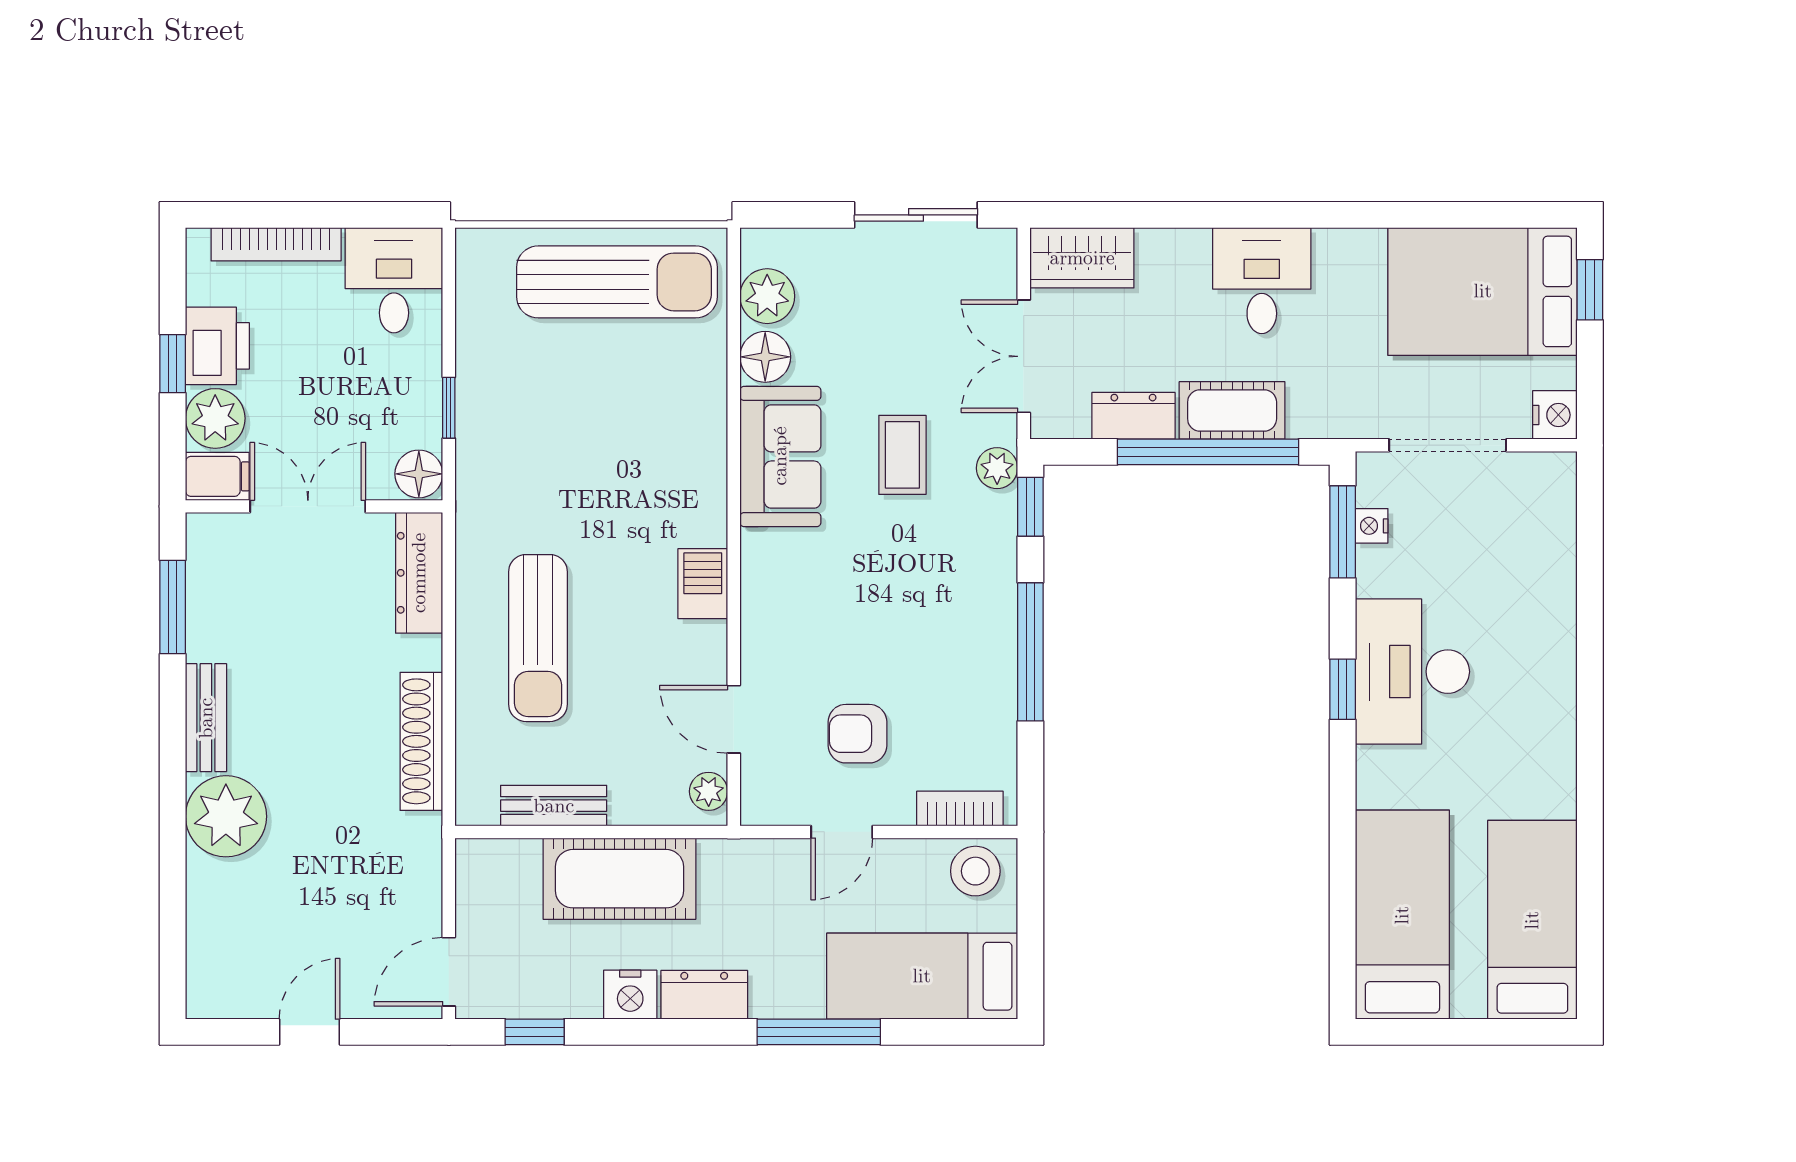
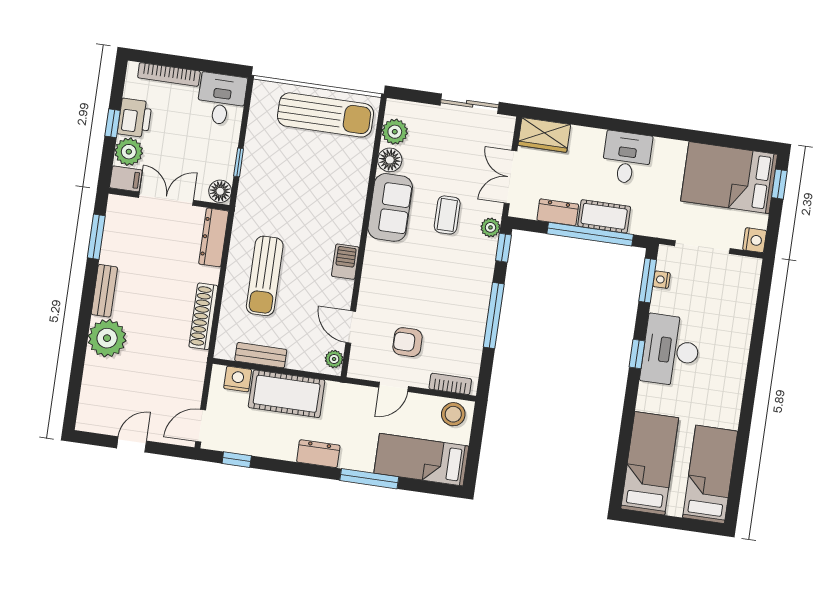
nightstand: (630, 995) -> (238, 379), moved, turned 180

